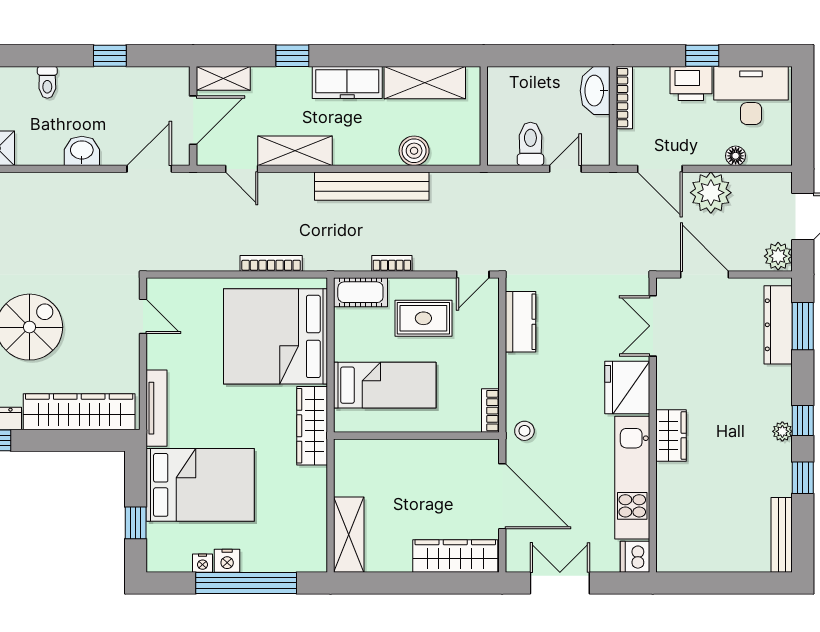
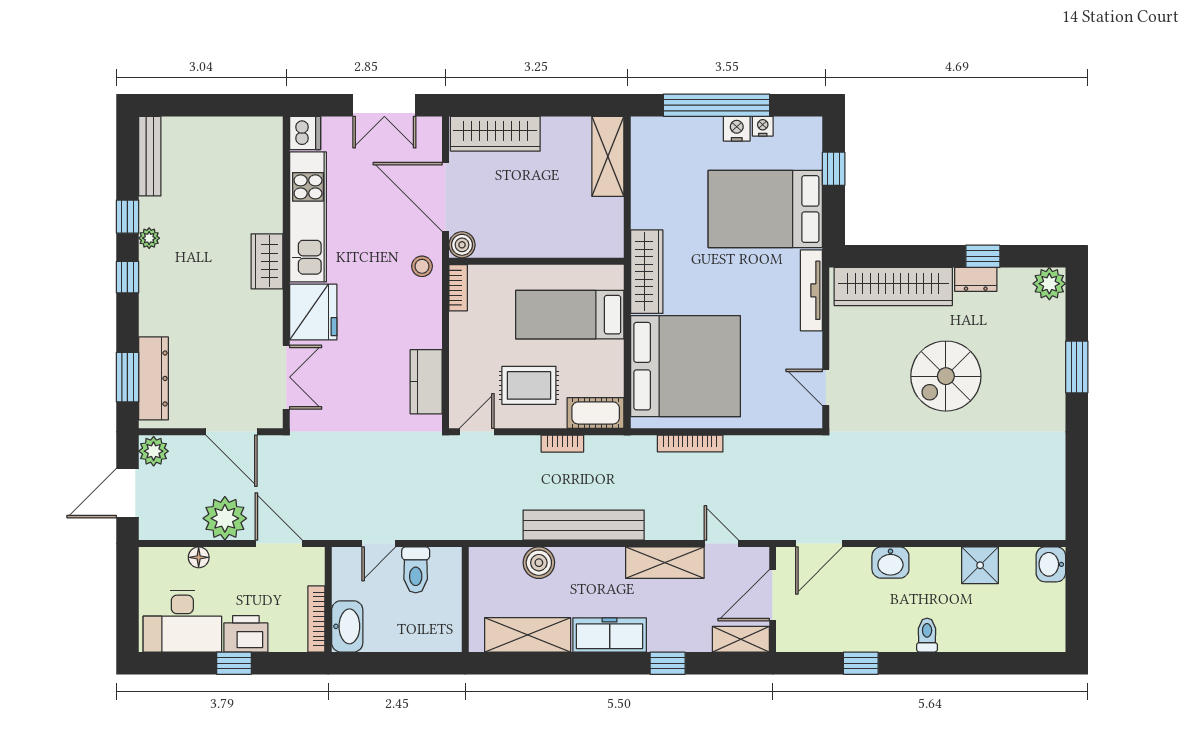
plant: (782, 431) -> (149, 238), moved
boiler: (487, 451) -> (462, 245), added

